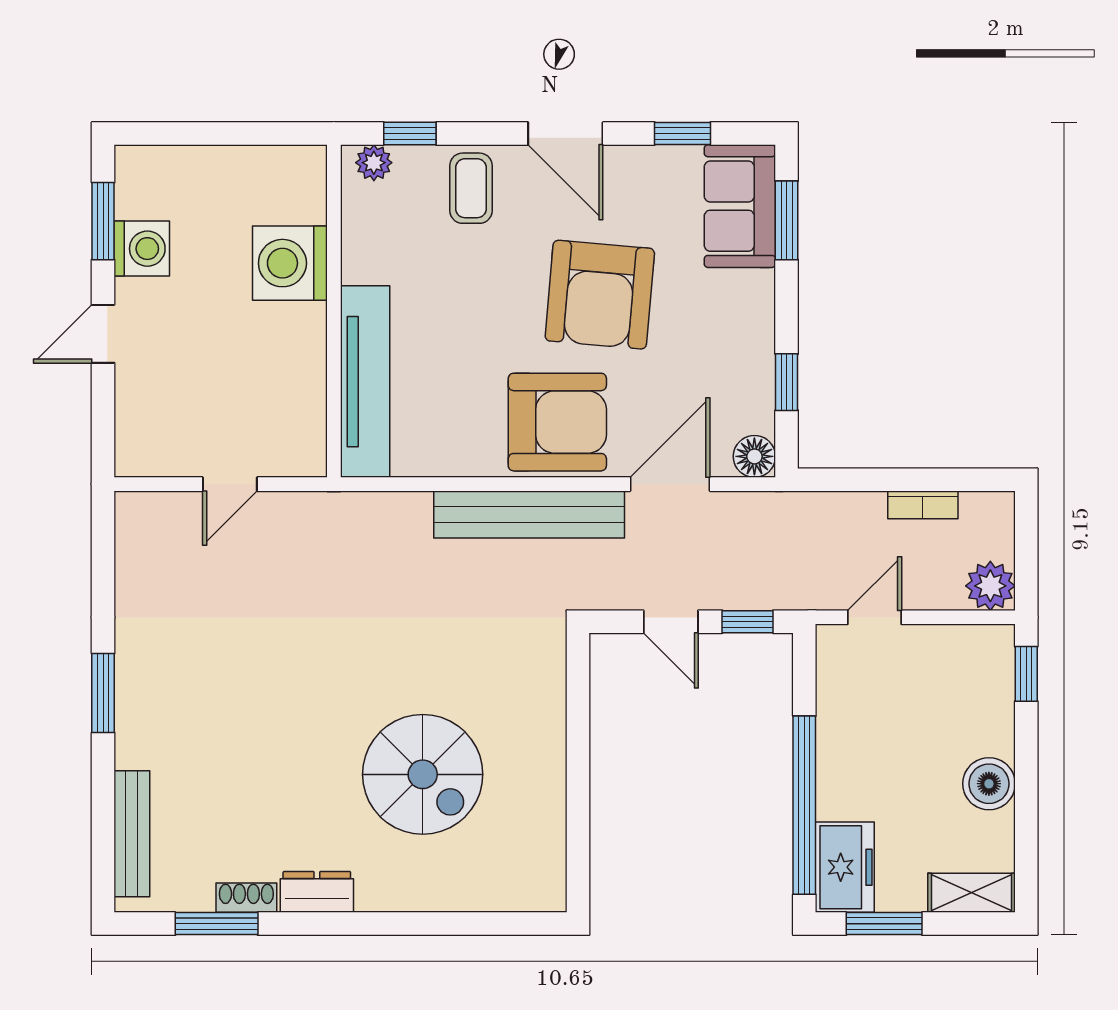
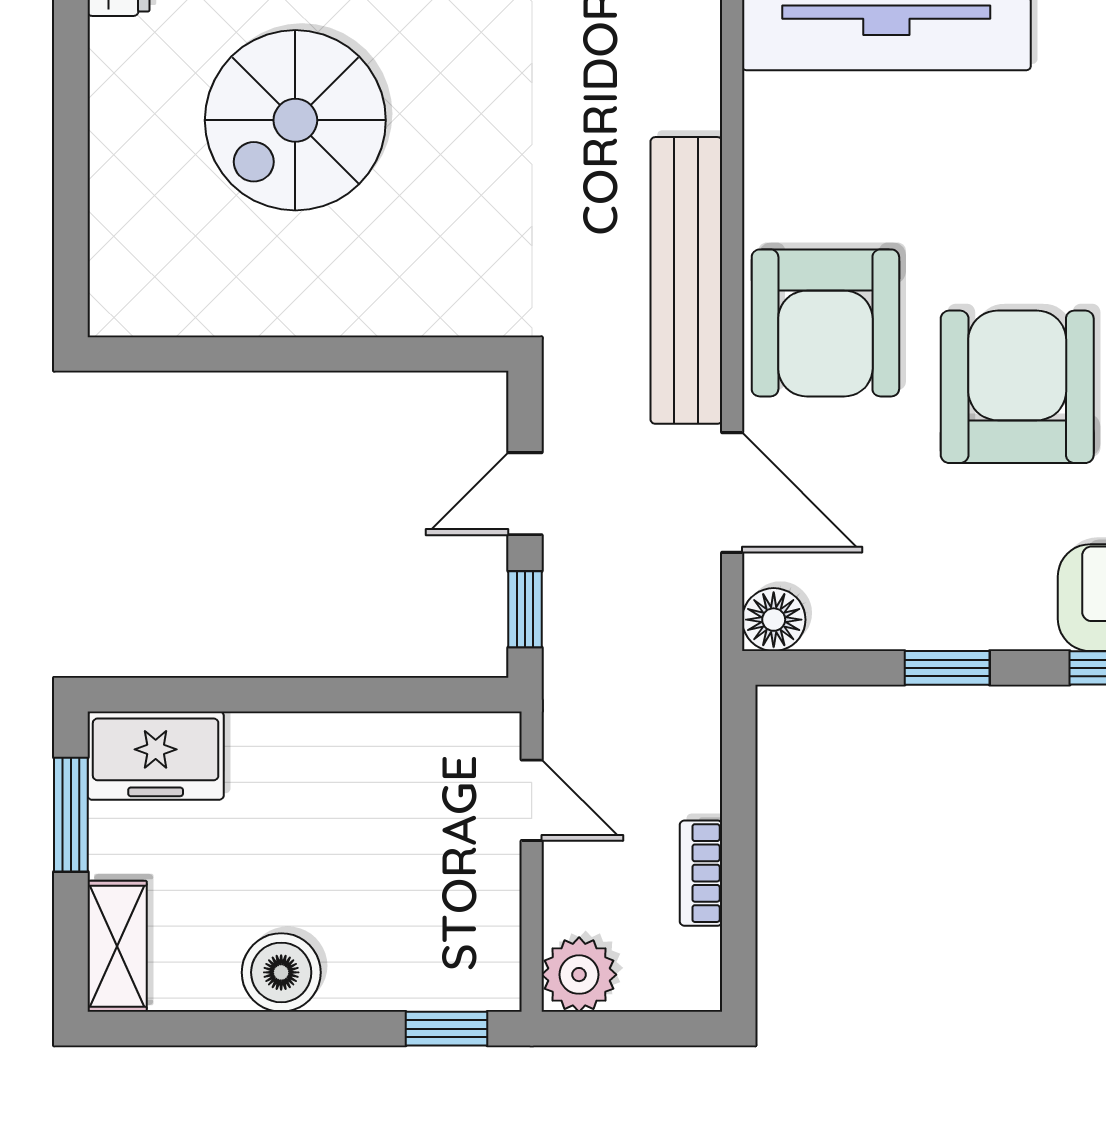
armchair: (600, 295) -> (1017, 387), turned 85
window: (787, 382) -> (947, 668), moved
window: (804, 805) -> (249, 695), removed

